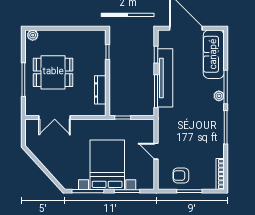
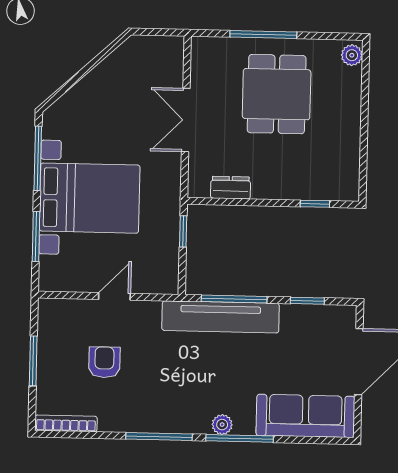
tv unit: (165, 78) -> (221, 317), moved
dresser: (100, 90) -> (231, 188), width x0.70
double door: (55, 118) -> (186, 120), moved
armchair: (181, 176) -> (104, 362), moved

